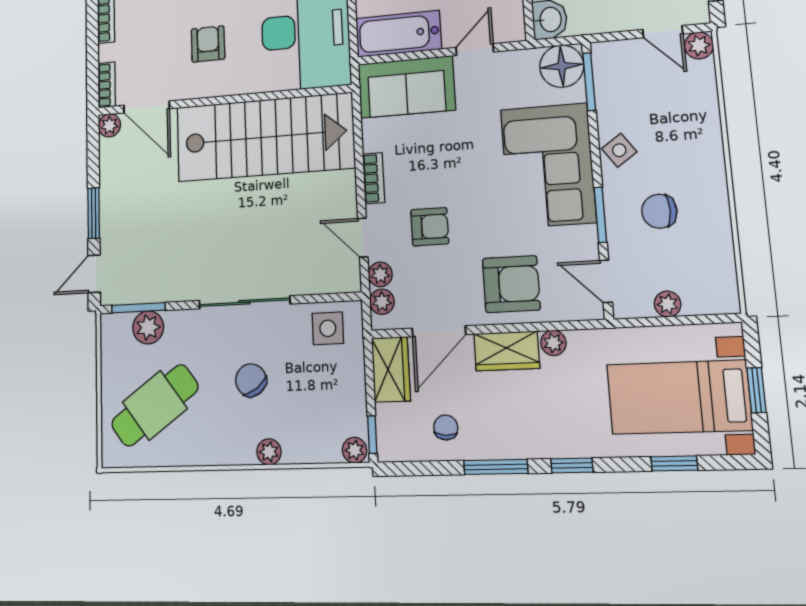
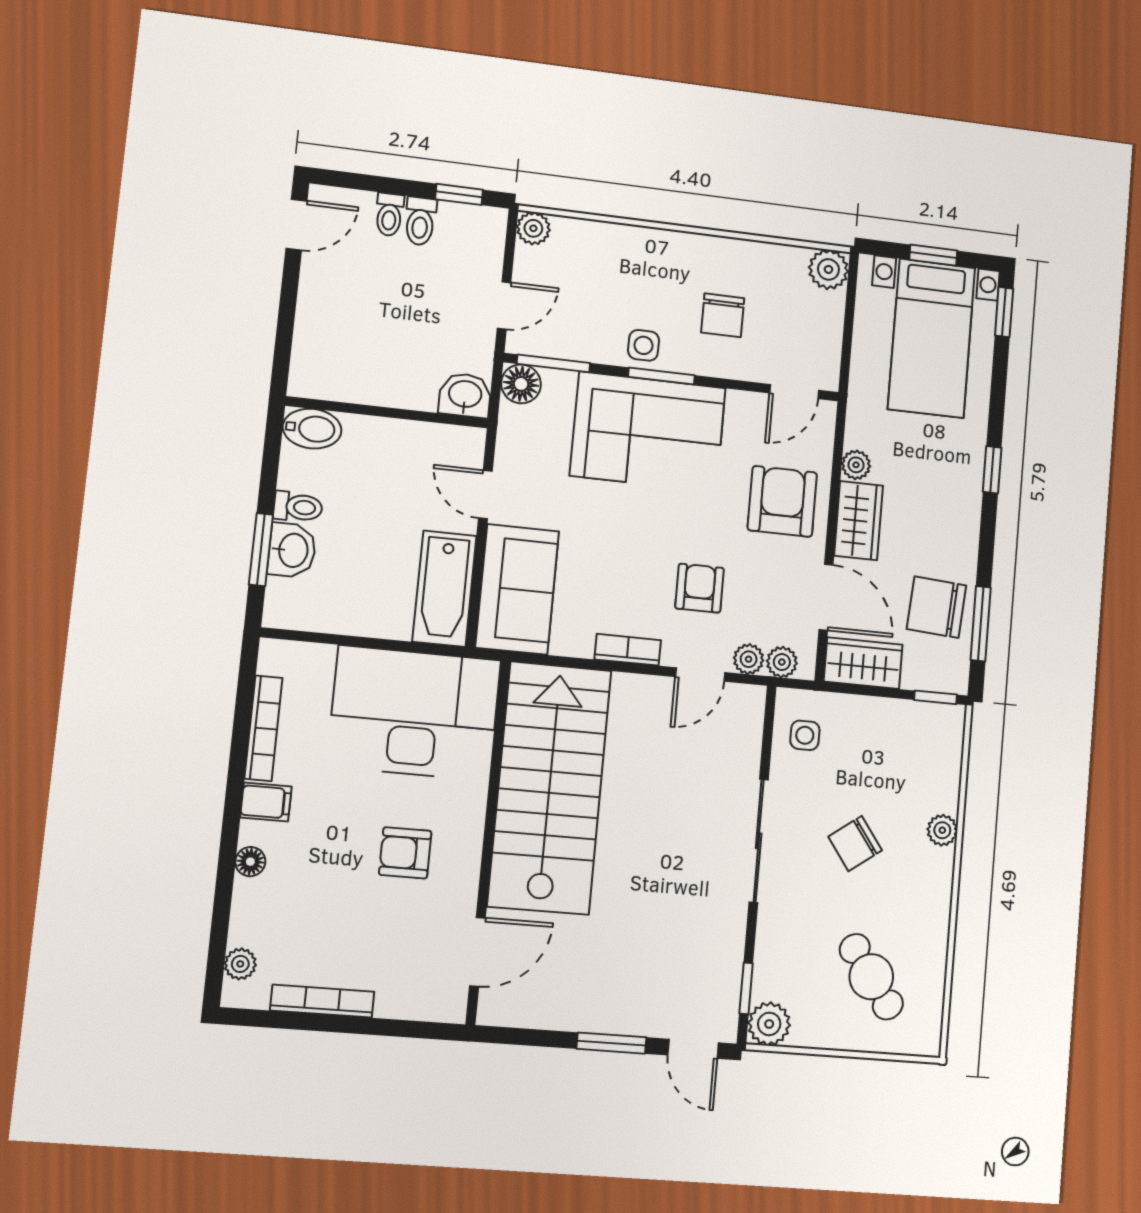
door: (663, 32) -> (504, 305), moved
floor lamp: (562, 66) -> (521, 384), width x0.73, depth x0.73
bookcase: (107, 85) -> (435, 1009), removed
plant: (109, 125) -> (493, 1010), removed
side table: (619, 150) -> (643, 345), turned 35
window: (600, 215) -> (661, 376), moved
plant: (668, 304) -> (828, 269), moved, width x1.38, depth x1.38
window: (138, 308) -> (746, 988), width x0.67
plant: (148, 327) -> (769, 1024), moved
side table: (328, 328) -> (805, 735), width x0.73, depth x0.73
cafe table: (155, 405) -> (871, 977), width x0.73, depth x0.74
chair: (446, 427) -> (936, 607), width x1.87, depth x1.87
plant: (355, 450) -> (951, 722), removed
window: (674, 463) -> (1004, 312), moved
window: (496, 467) -> (981, 624), moved

